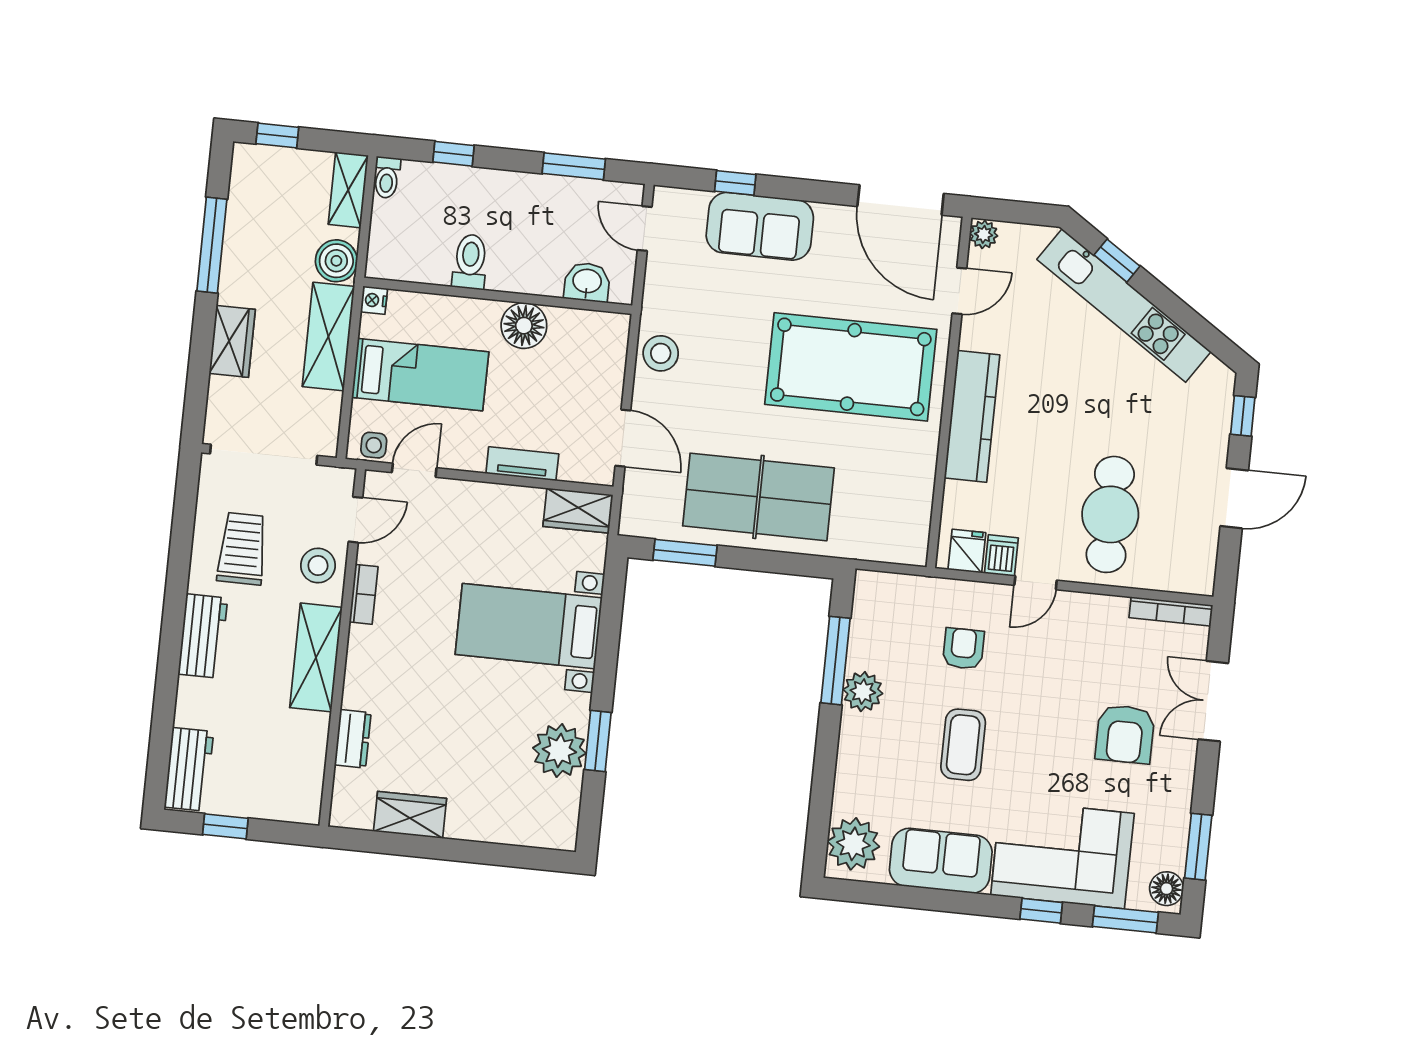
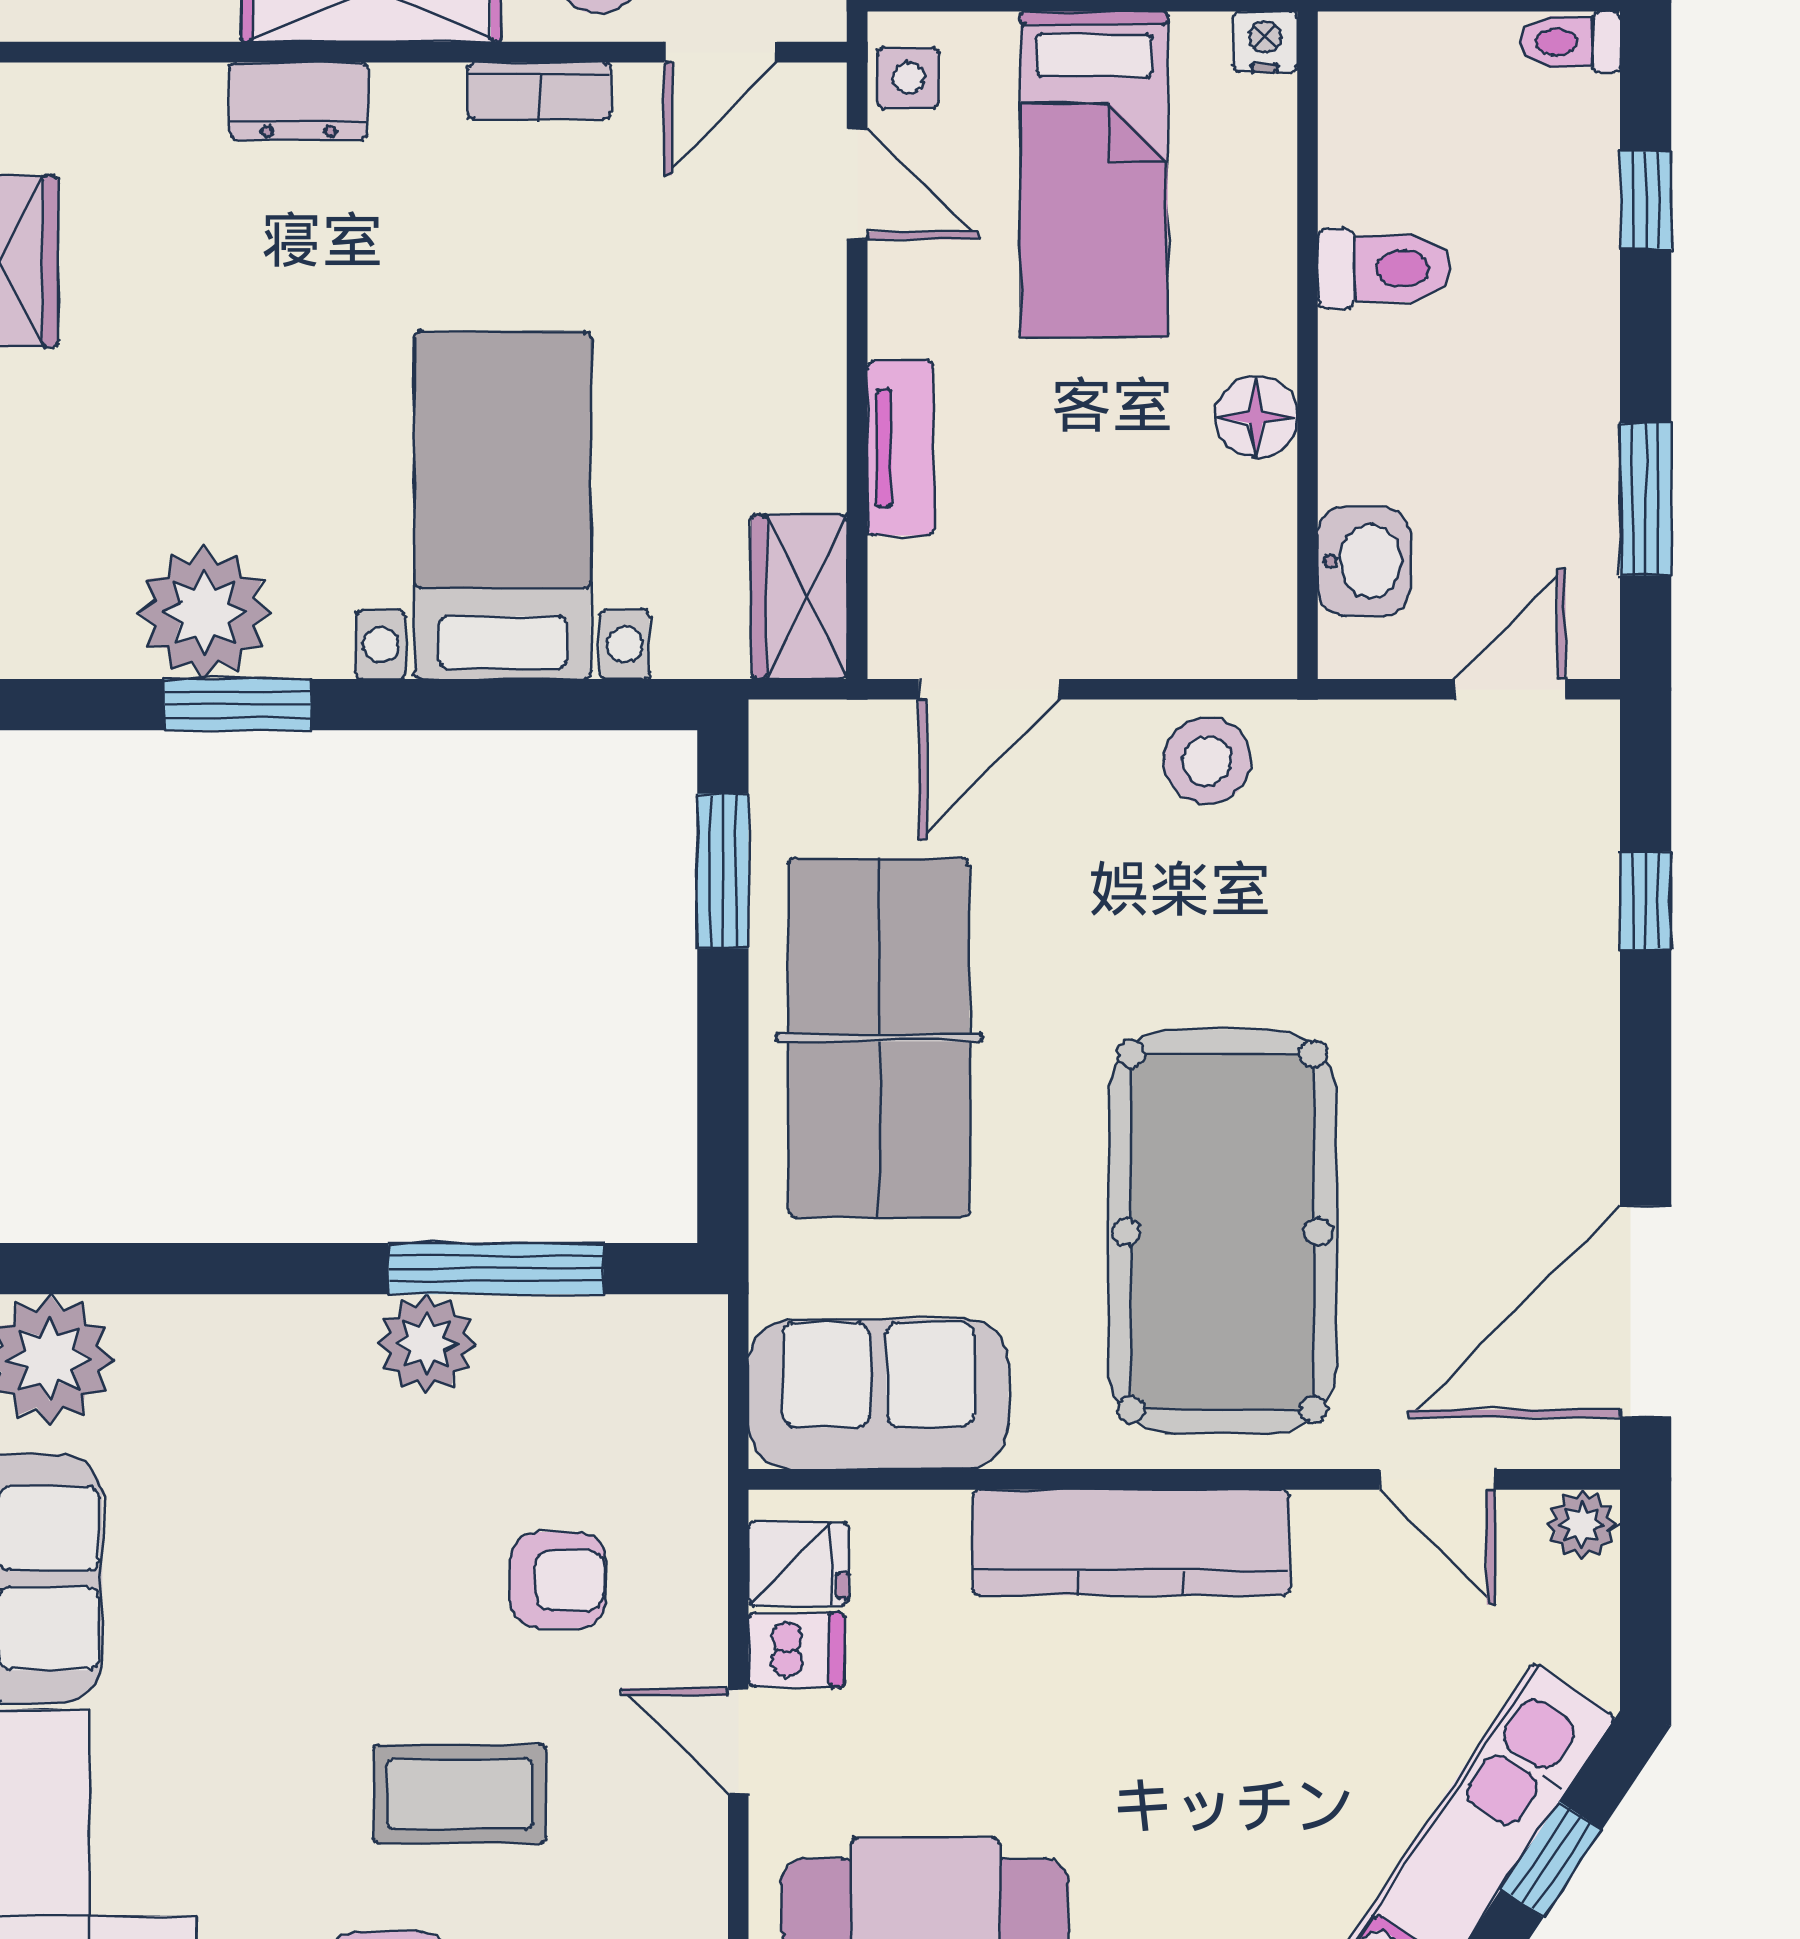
sofa: (760, 226) -> (878, 1394), moved, turned 90
floor lamp: (524, 326) -> (1256, 417), width x0.73, depth x0.73
door: (356, 520) -> (721, 52), hinge flipped
dresser: (353, 739) -> (299, 101), moved
coffee table: (963, 745) -> (460, 1794), moved

